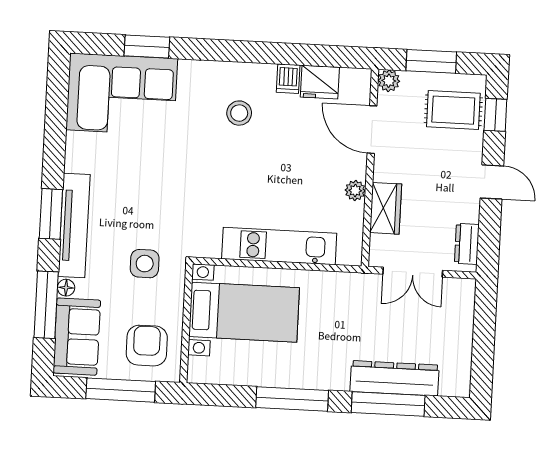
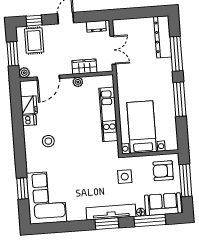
dresser: (395, 378) -> (163, 37), moved

